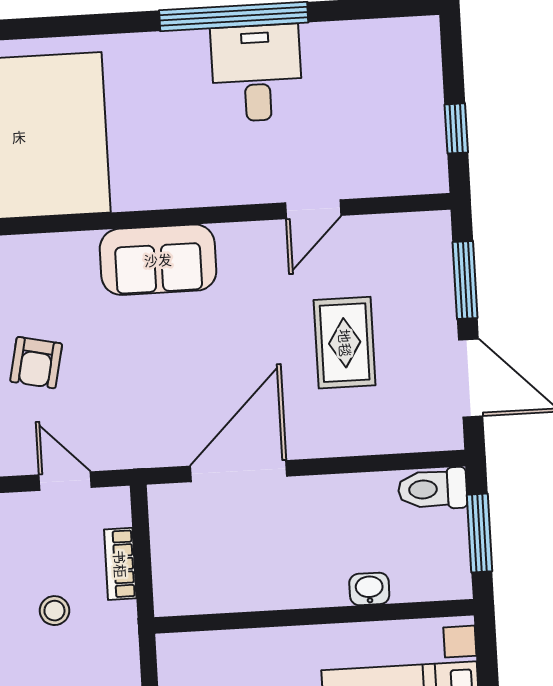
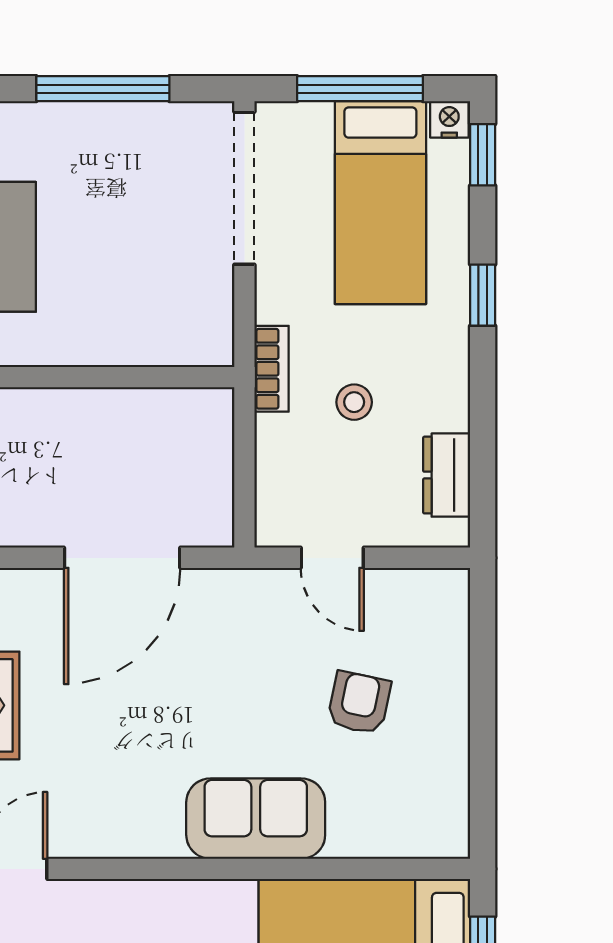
sofa: (158, 260) -> (256, 819), moved
bookcase: (120, 564) -> (271, 369), moved

